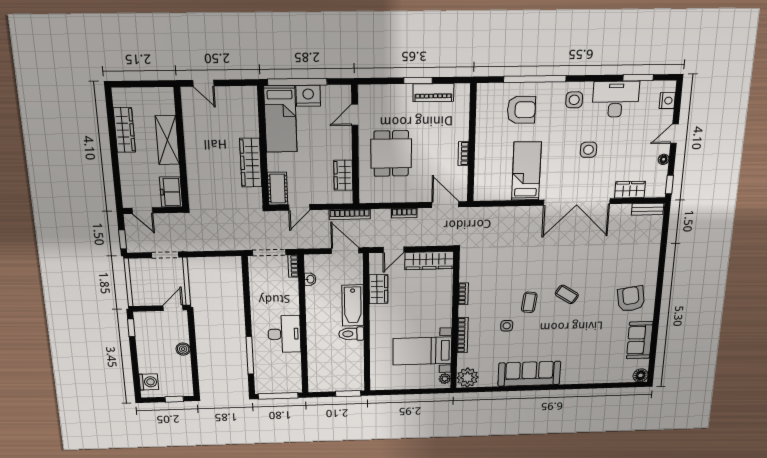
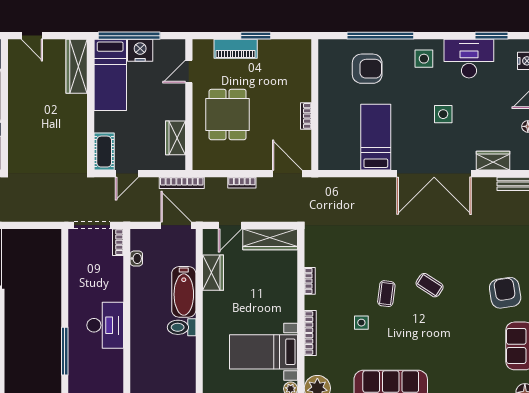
piano: (433, 93) -> (236, 49), moved
wardrobe: (251, 163) -> (77, 66), moved

